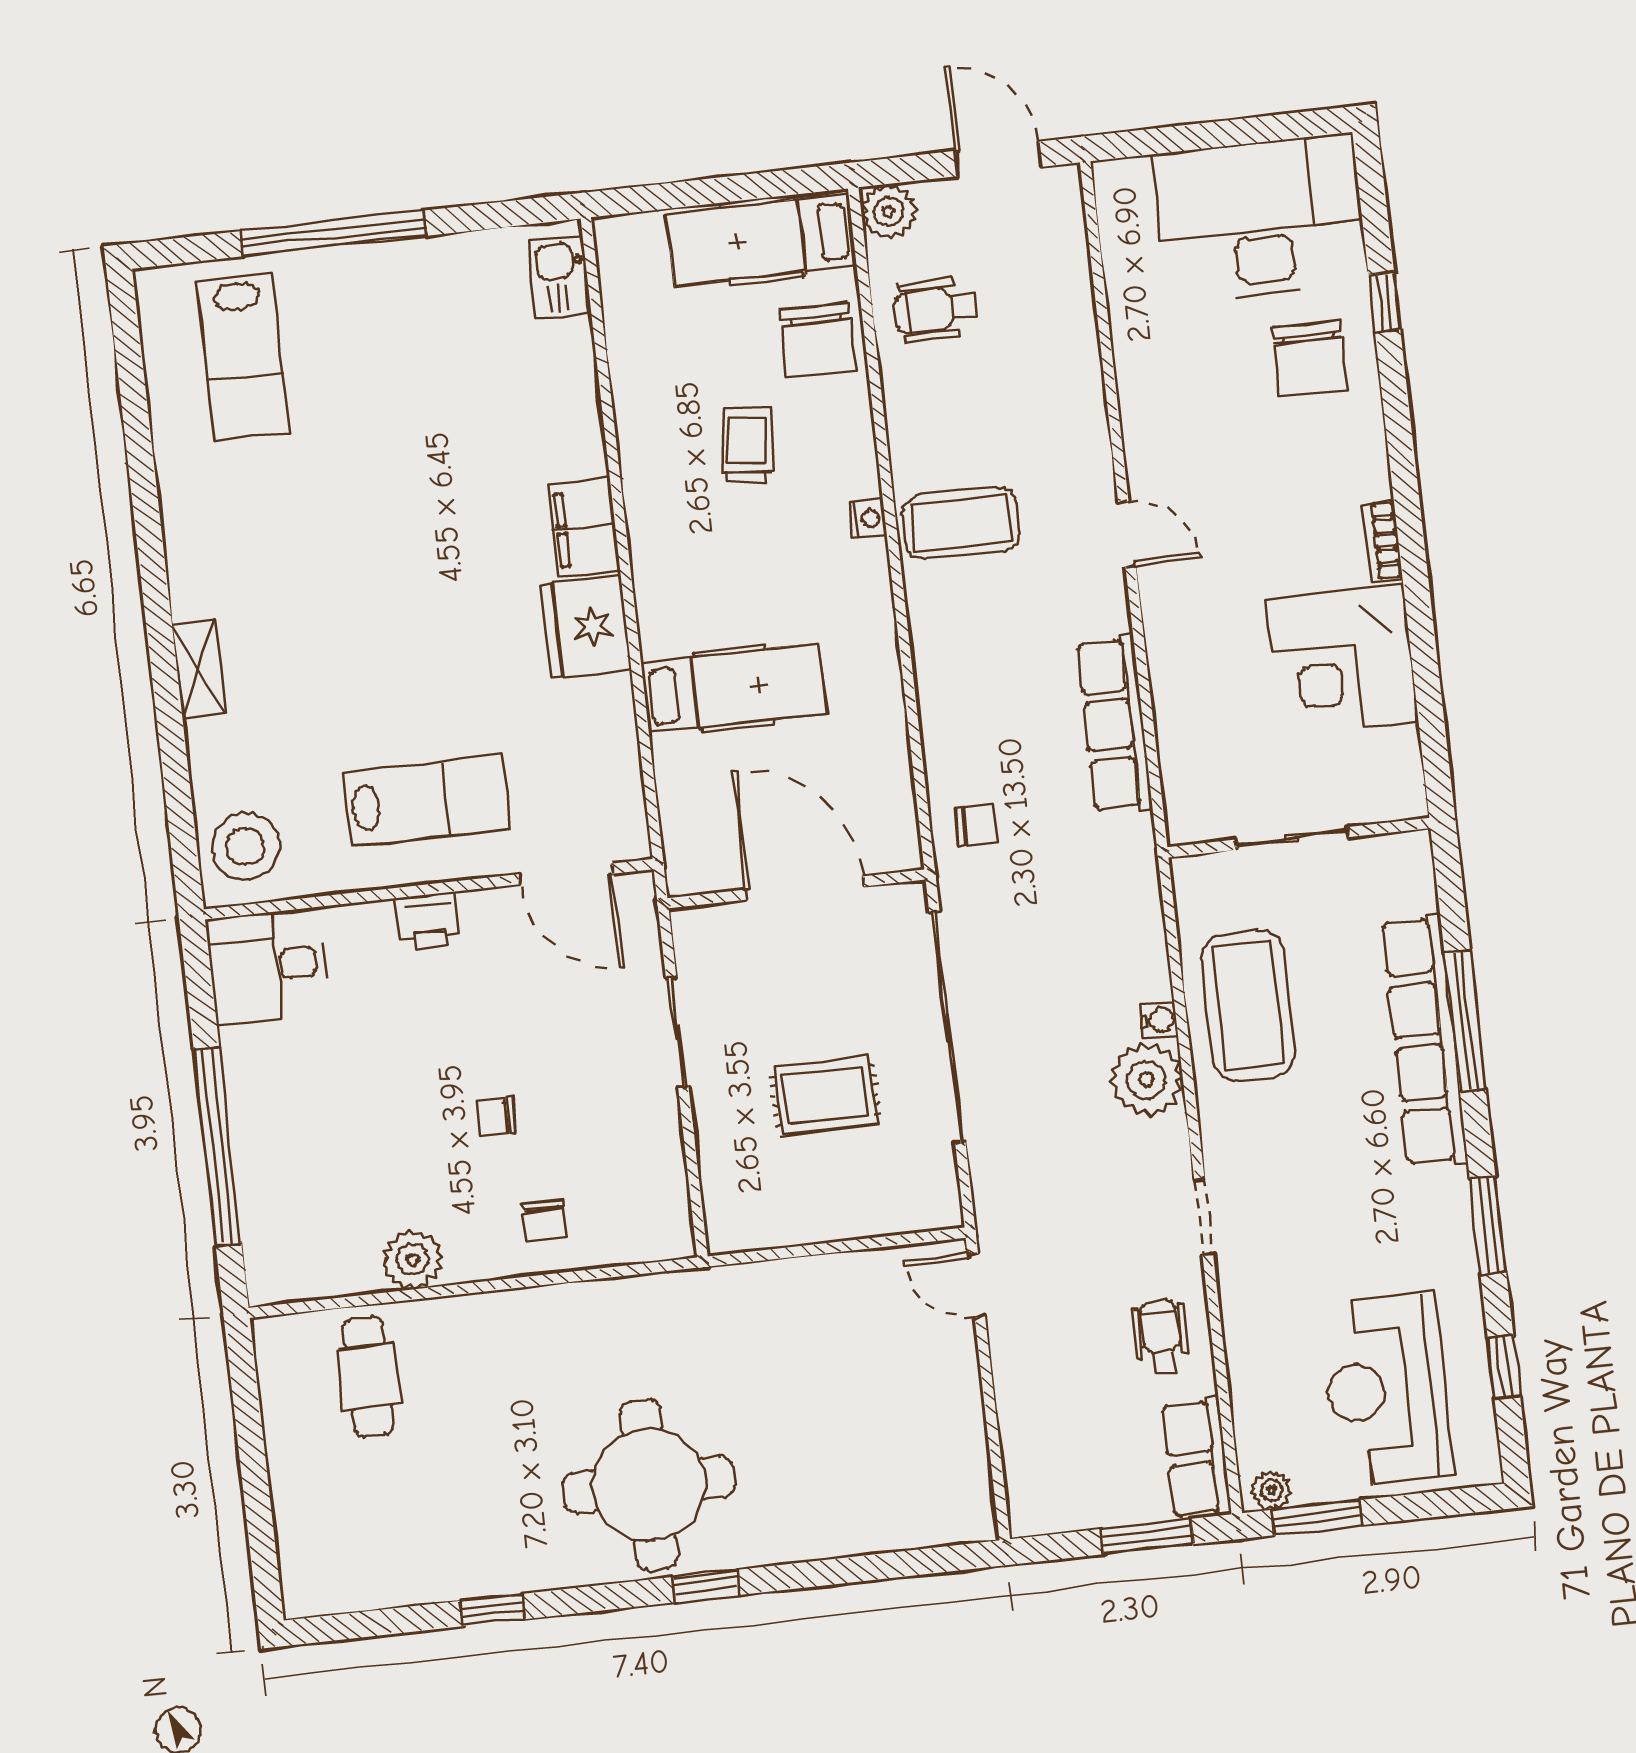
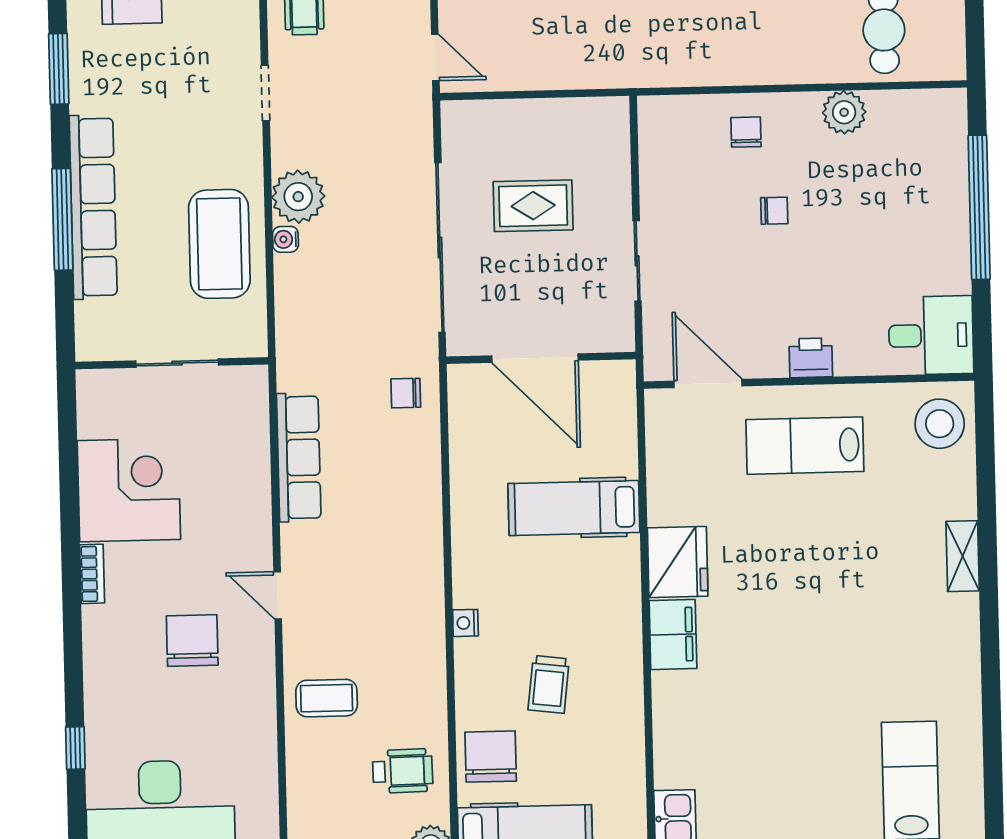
chair: (1310, 358) -> (192, 641), moved
coffee table: (961, 523) -> (327, 698), moved, width x0.73, depth x0.77

